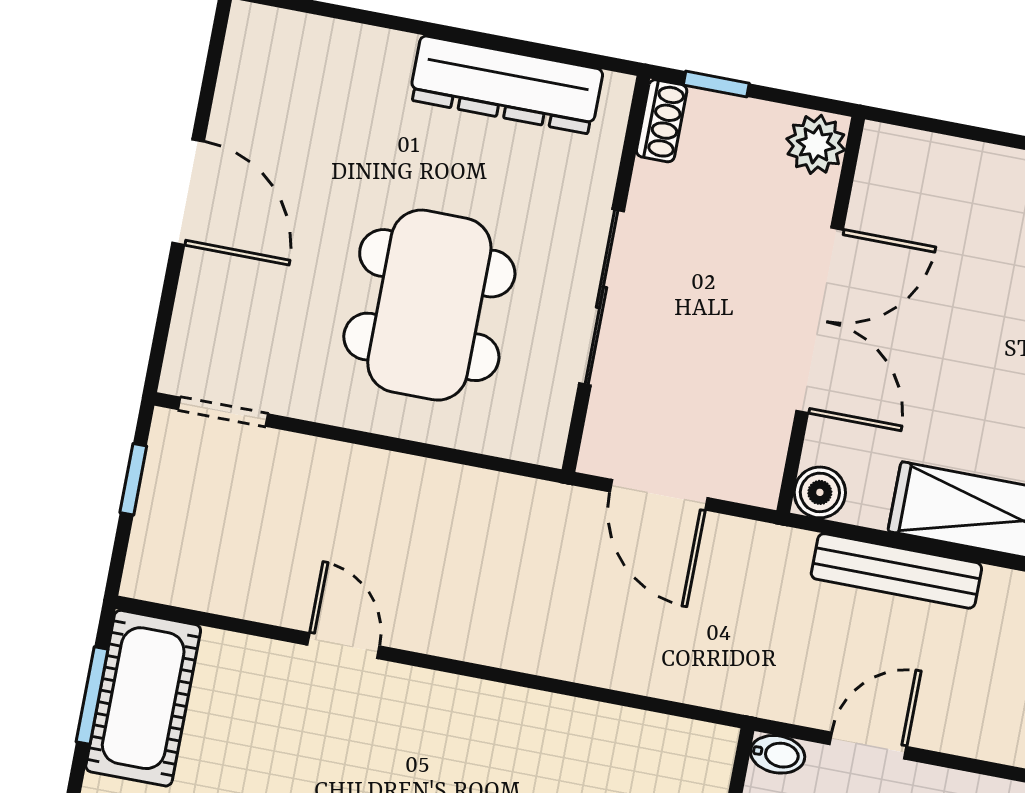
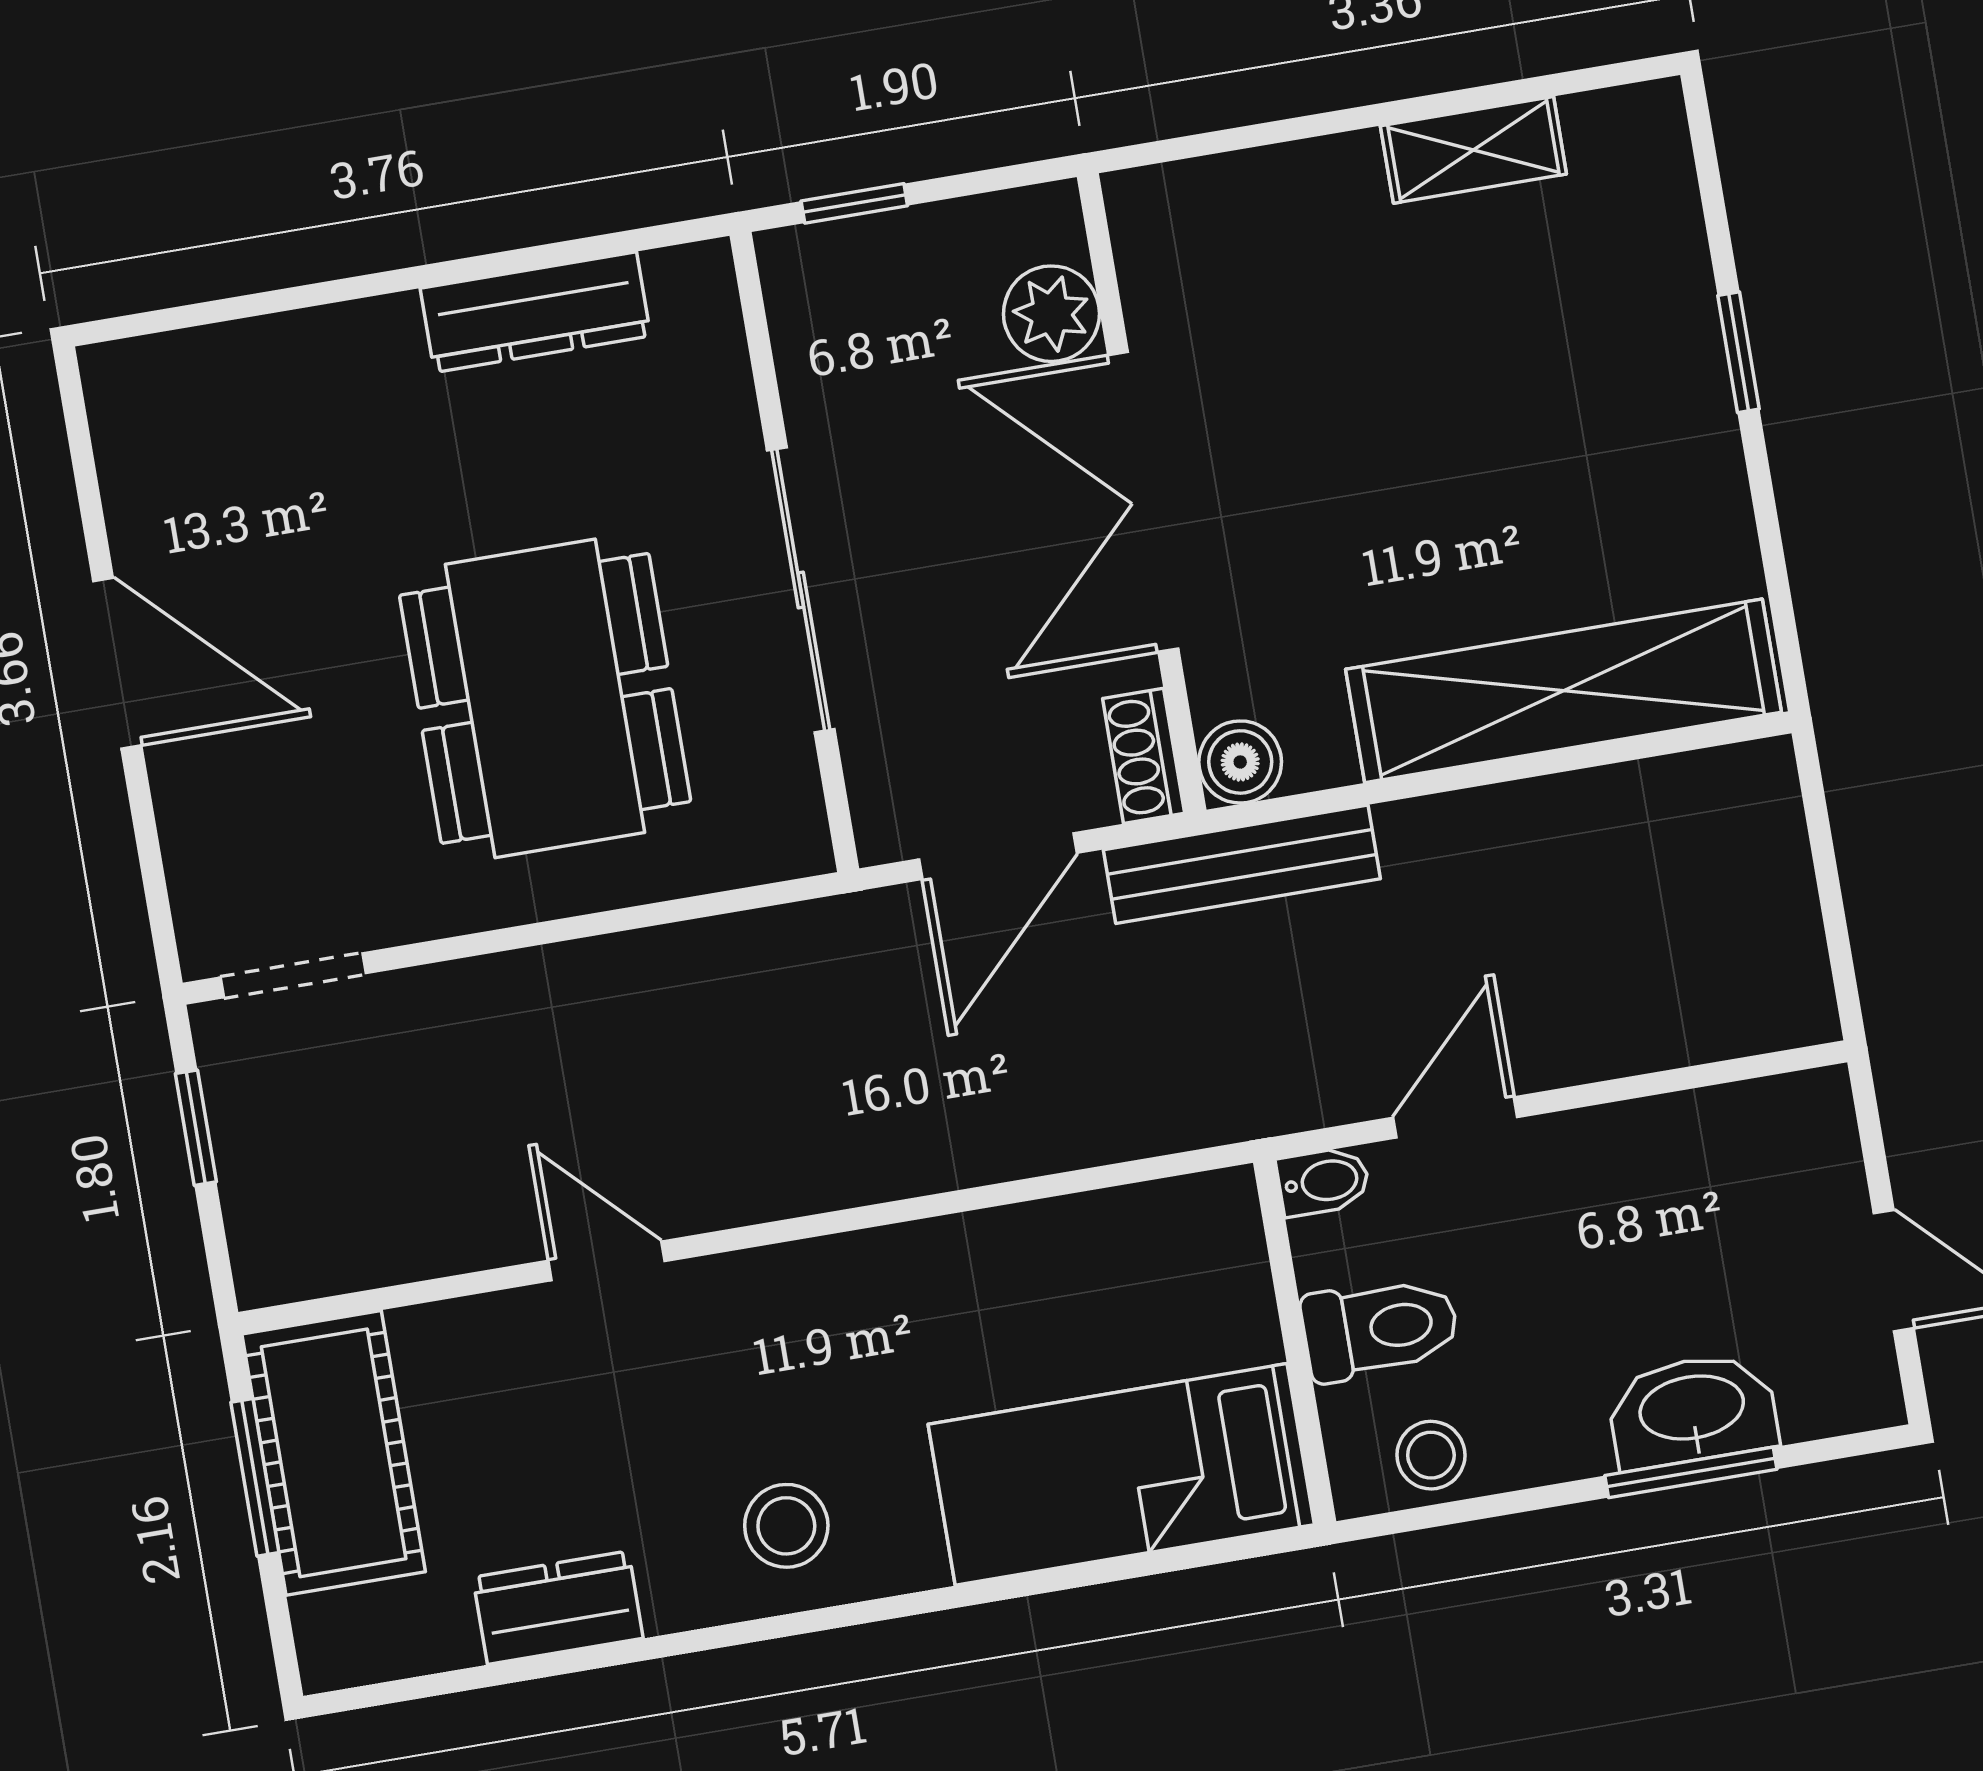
dresser: (506, 85) -> (535, 312), width x0.73, depth x0.80
shoe rack: (662, 121) -> (1144, 756), moved, turned 180
plant: (816, 144) -> (1051, 314), moved
double door: (820, 320) -> (1143, 502), swing flipped
door: (659, 495) -> (998, 856), hinge flipped
bench: (896, 571) -> (1242, 864), moved

